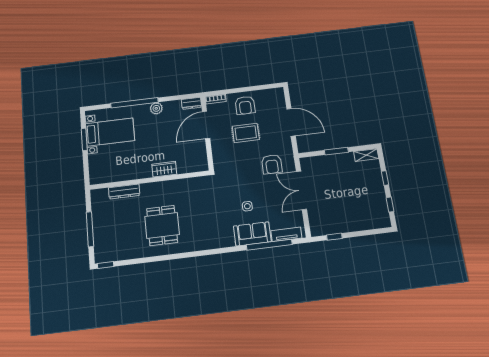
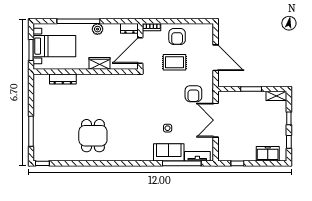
wardrobe: (164, 169) -> (99, 63), moved
wall: (149, 180) -> (86, 72), moved
dresser: (124, 191) -> (63, 79), moved
freezer: (368, 221) -> (268, 154), added

